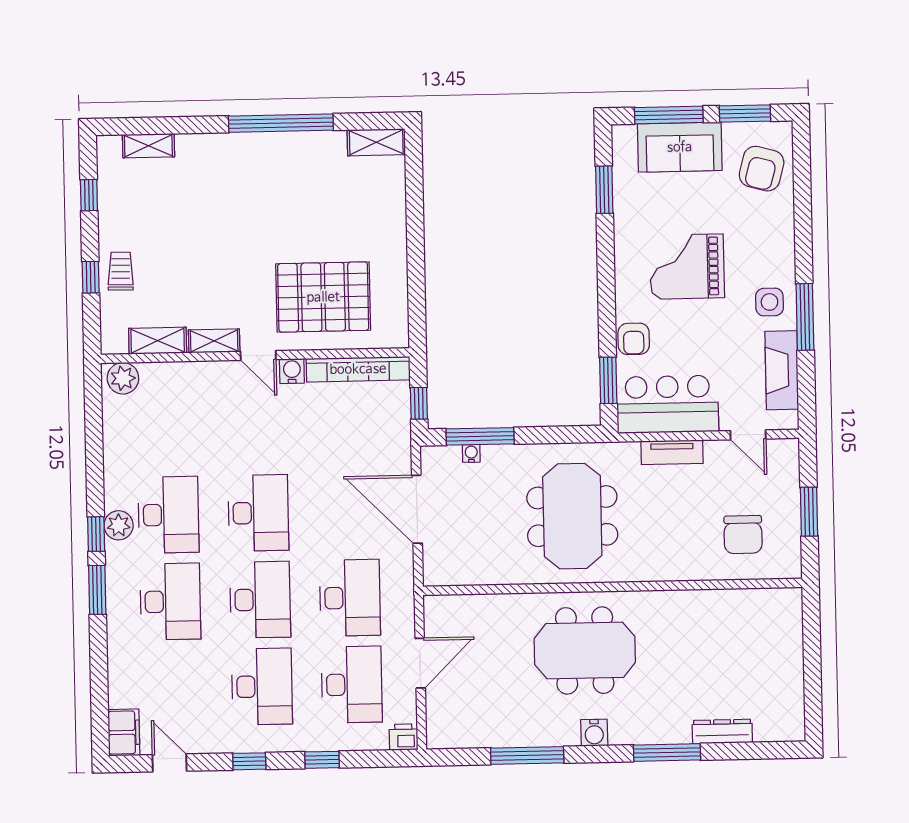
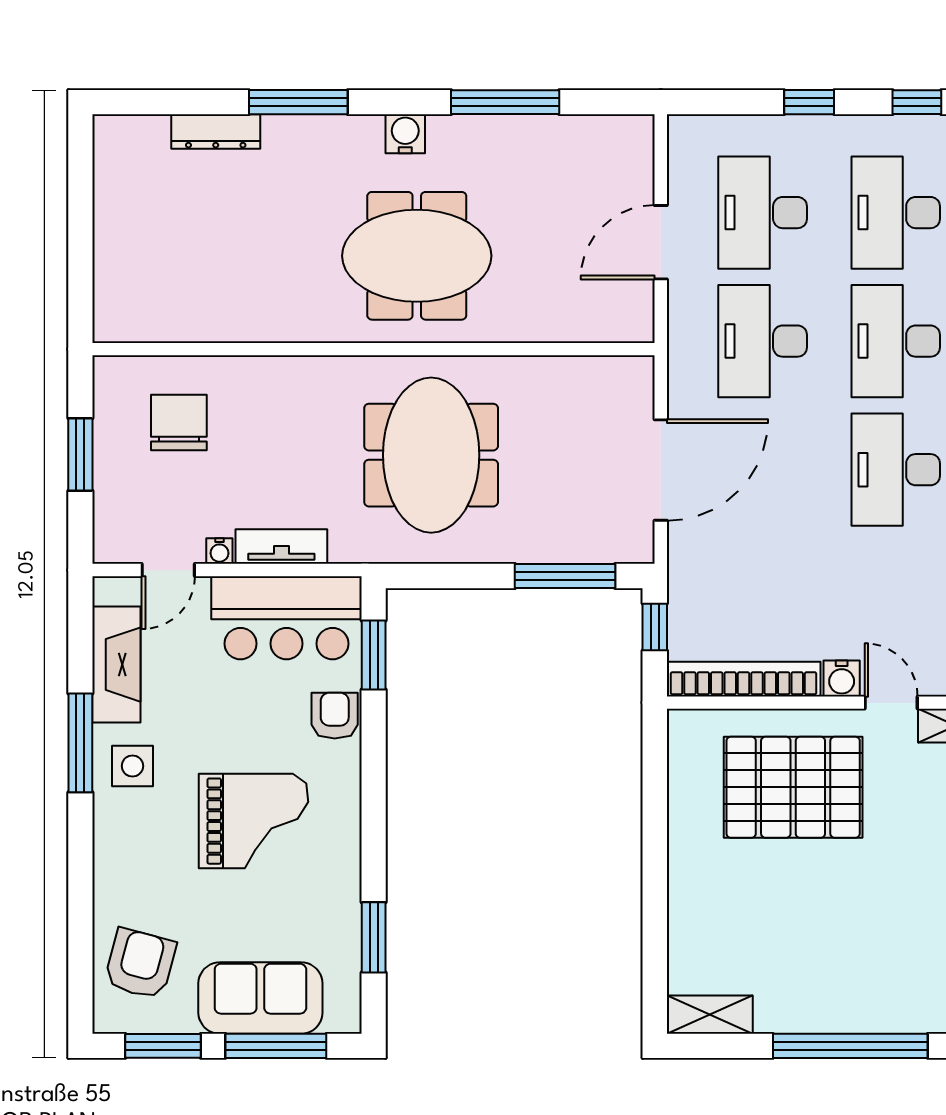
door: (748, 435) -> (168, 570), swing flipped
water cooler: (471, 453) -> (219, 551), moved
door: (417, 509) -> (661, 470), hinge flipped
printer: (403, 737) -> (688, 133), removed

